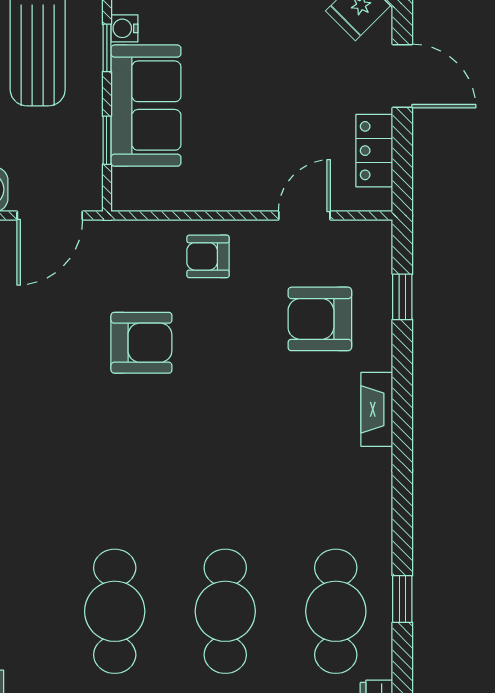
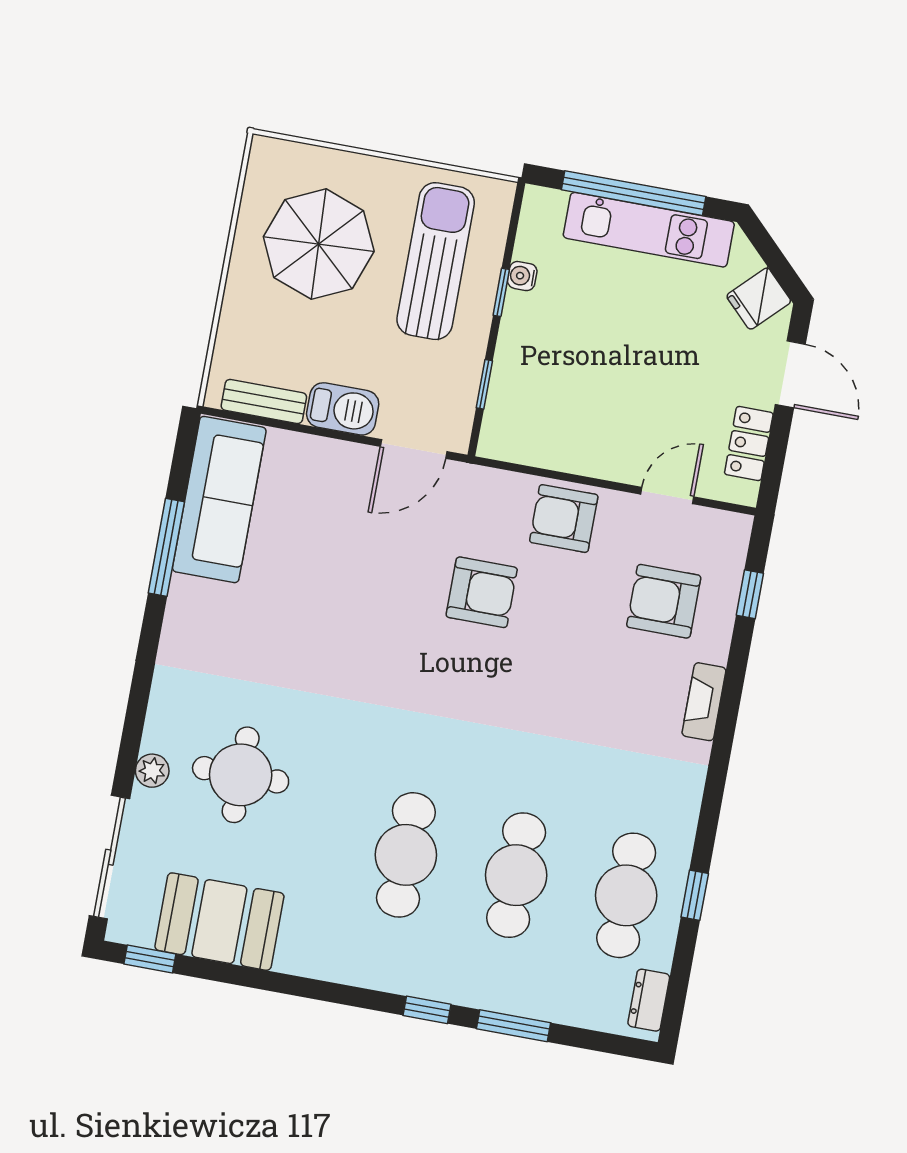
sofa: (146, 106) -> (529, 357), removed
armchair: (208, 256) -> (564, 519), width x1.38, depth x1.38

